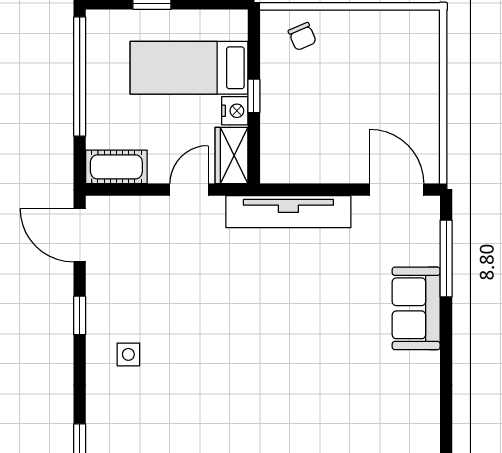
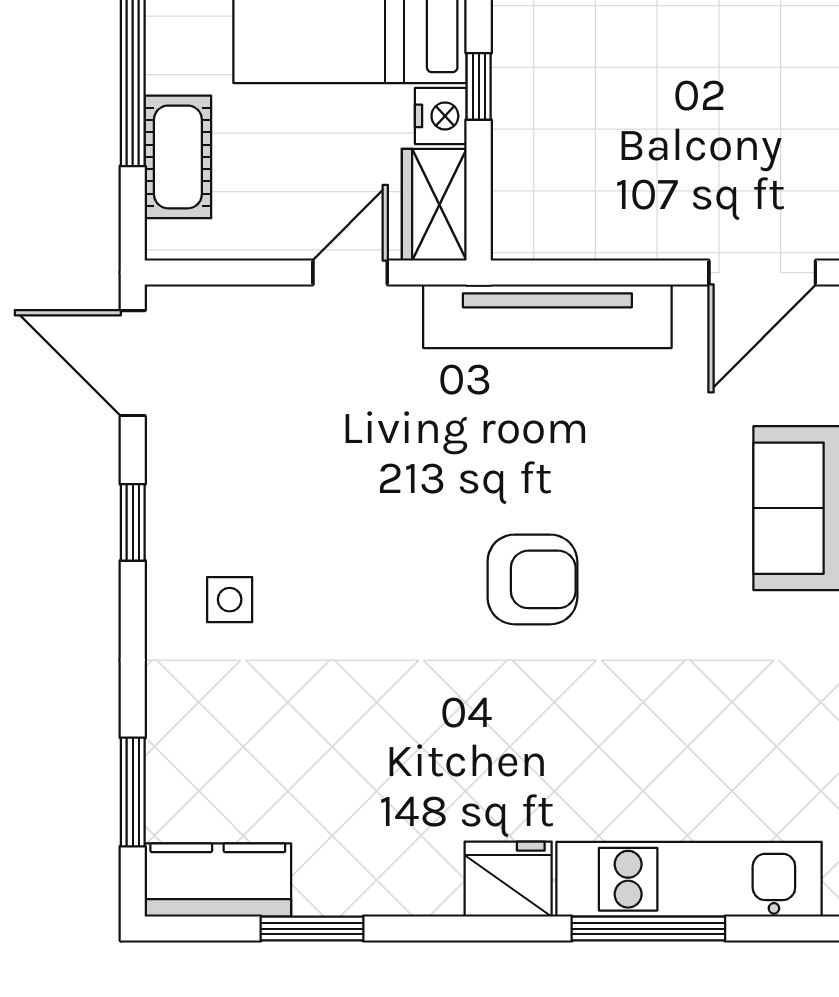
cot: (116, 167) -> (178, 157), moved, turned 90
door: (397, 190) -> (762, 273), swing flipped
armchair: (281, 344) -> (532, 579), added

